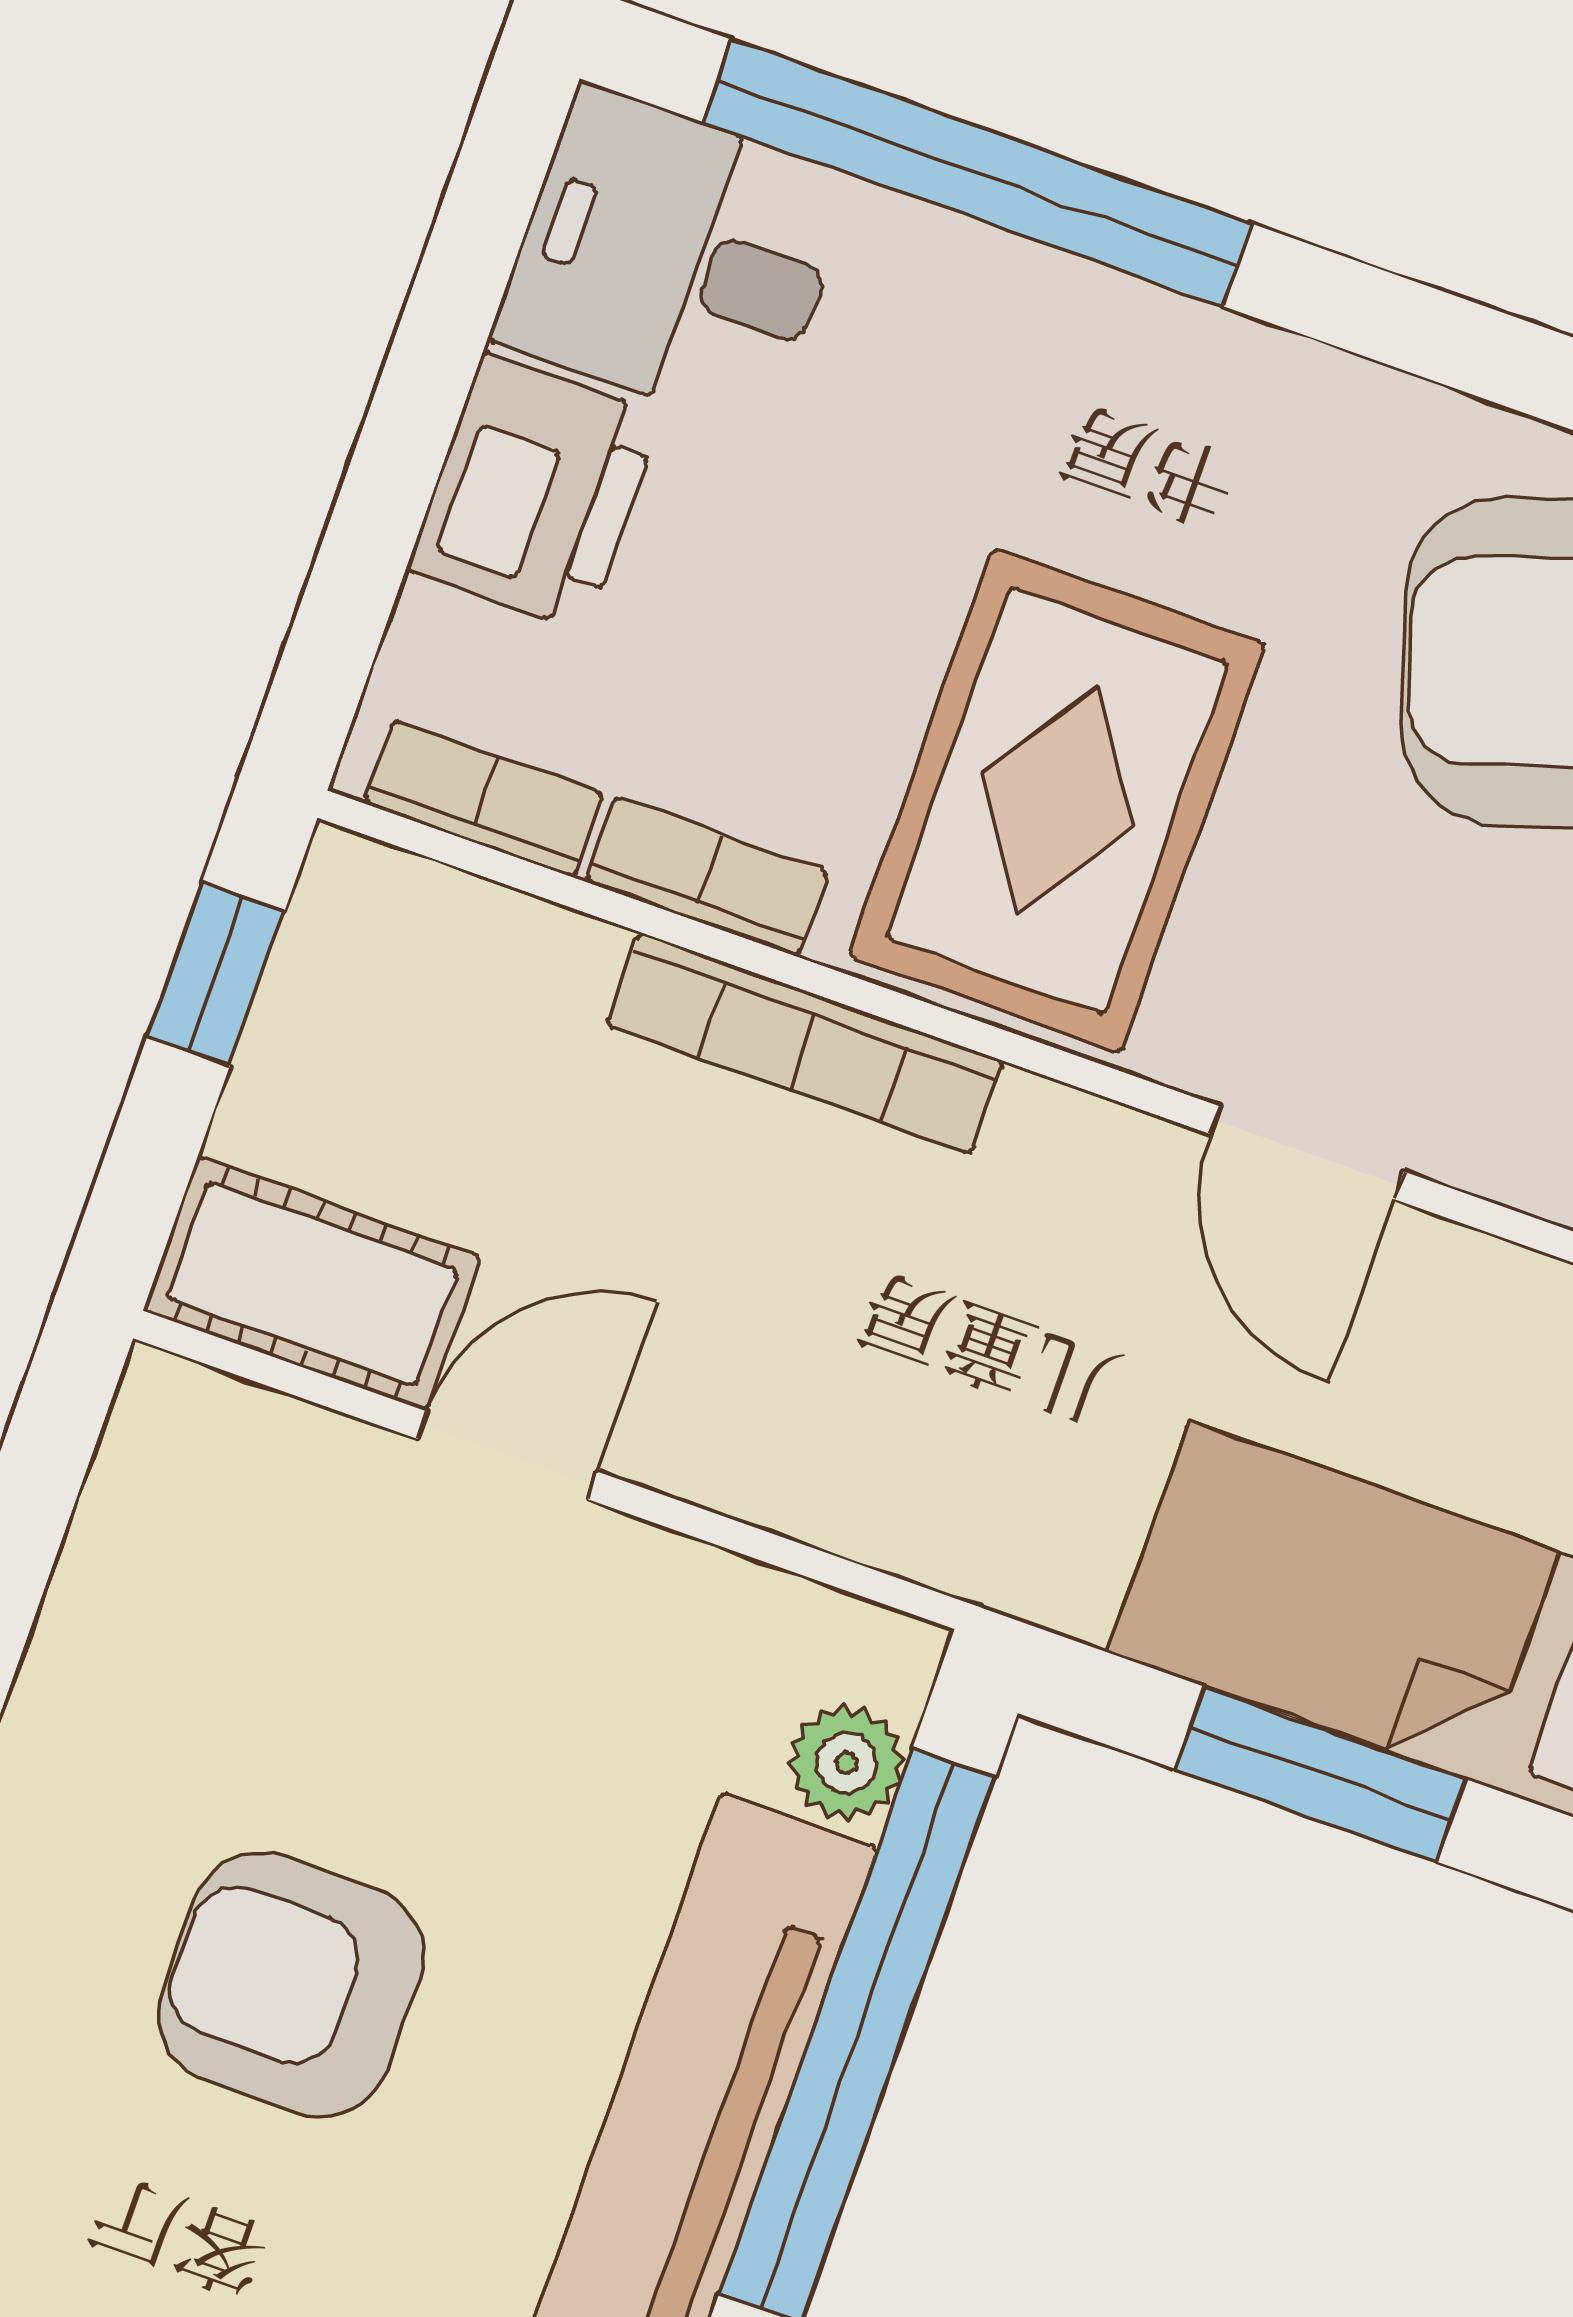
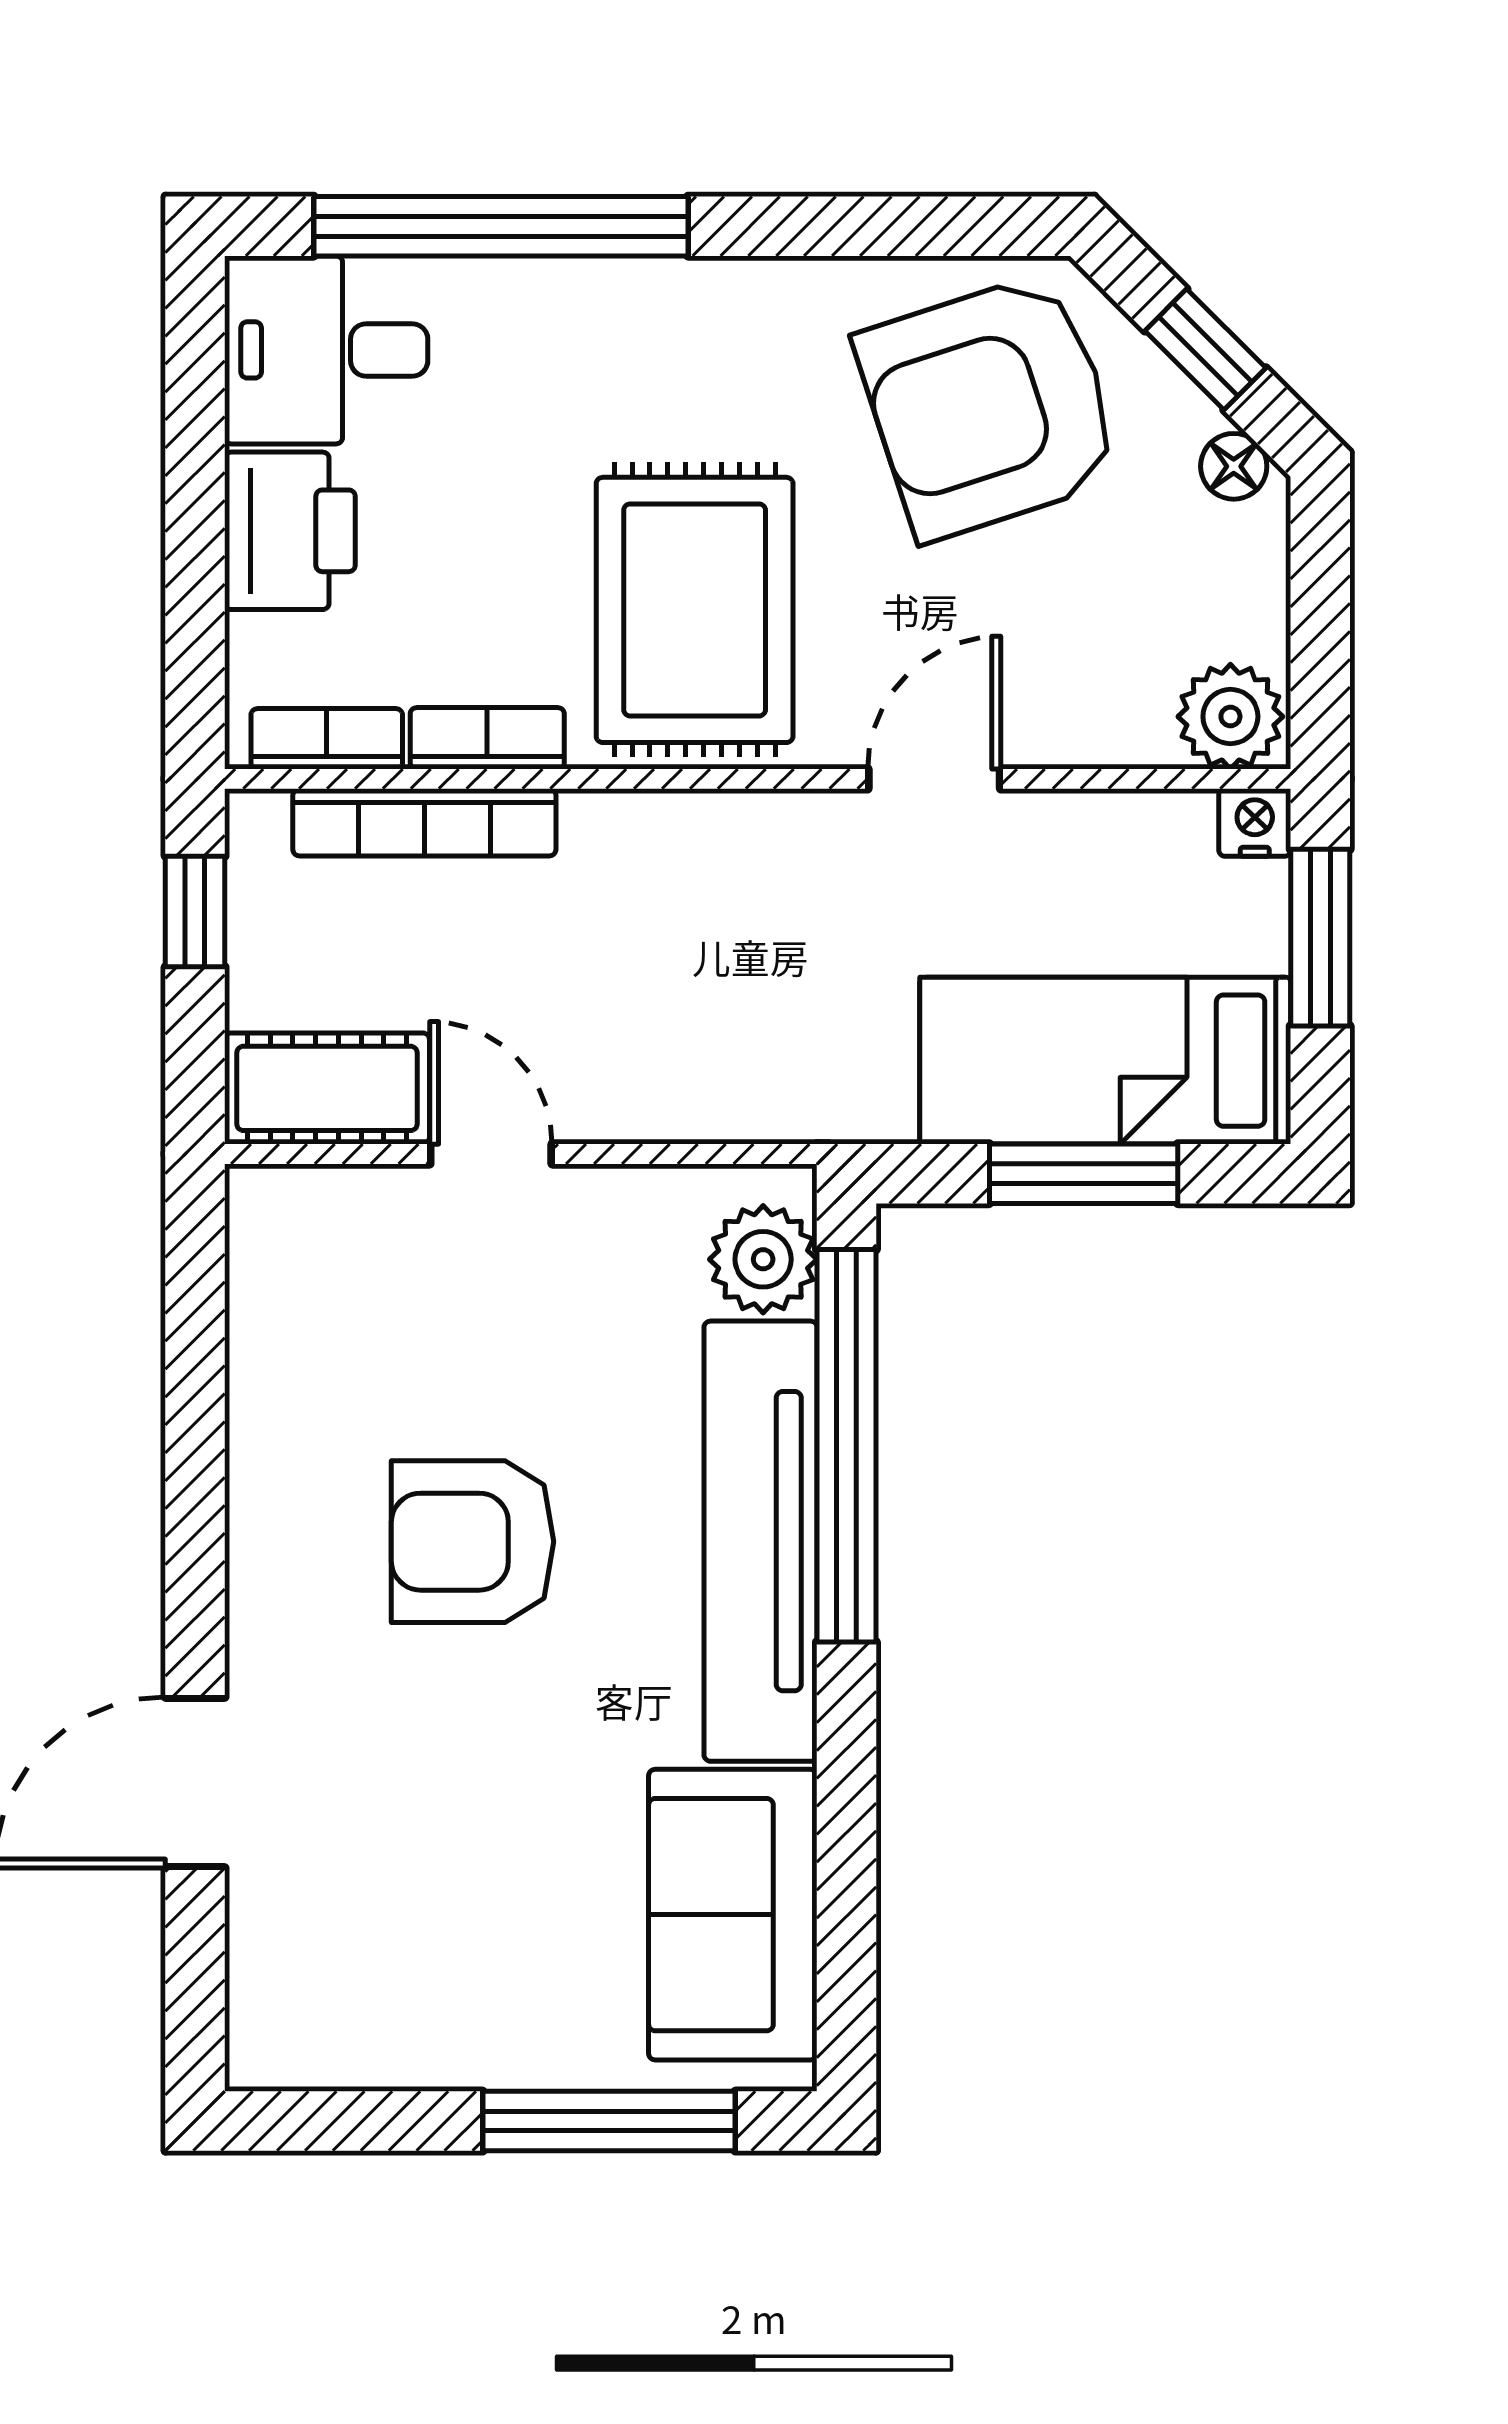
bookcase: (805, 1043) -> (424, 822), moved
door: (1307, 1153) -> (934, 779), swing flipped
door: (507, 1455) -> (491, 1154), hinge flipped
plant: (846, 1763) -> (763, 1259), width x1.38, depth x1.38

